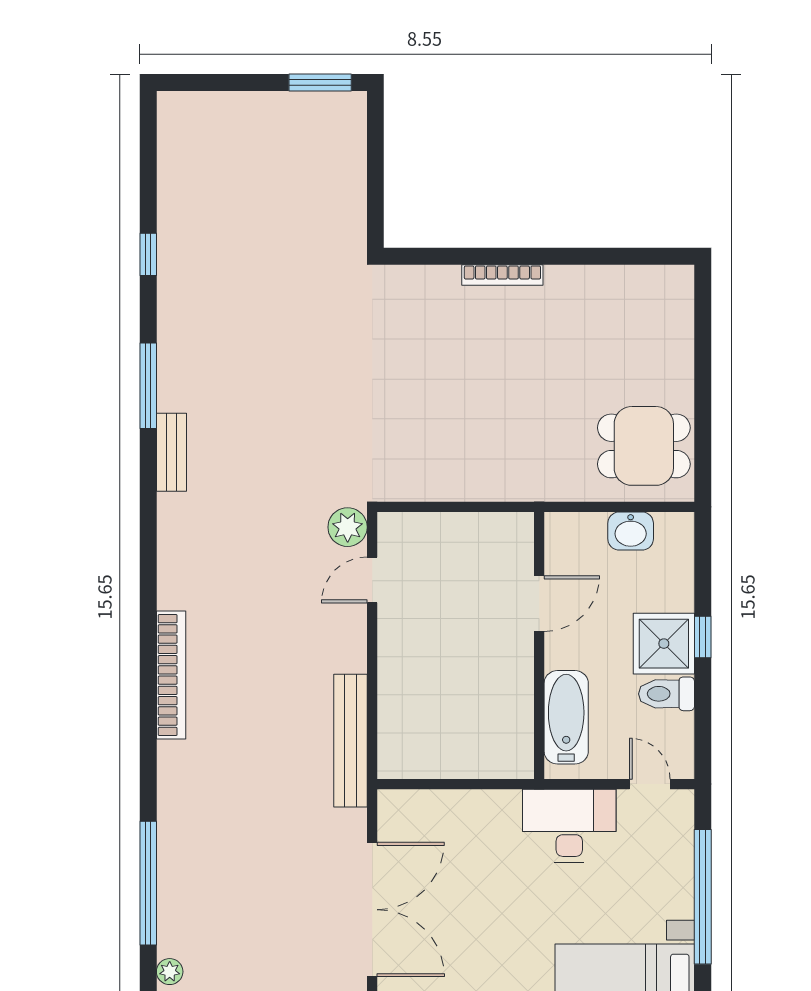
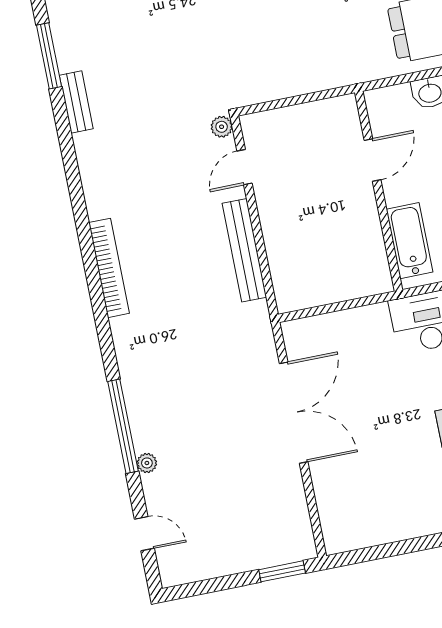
plant: (348, 527) -> (222, 127), width x0.73, depth x0.73
bench: (350, 741) -> (244, 250), moved
plant: (170, 972) -> (147, 463), moved

